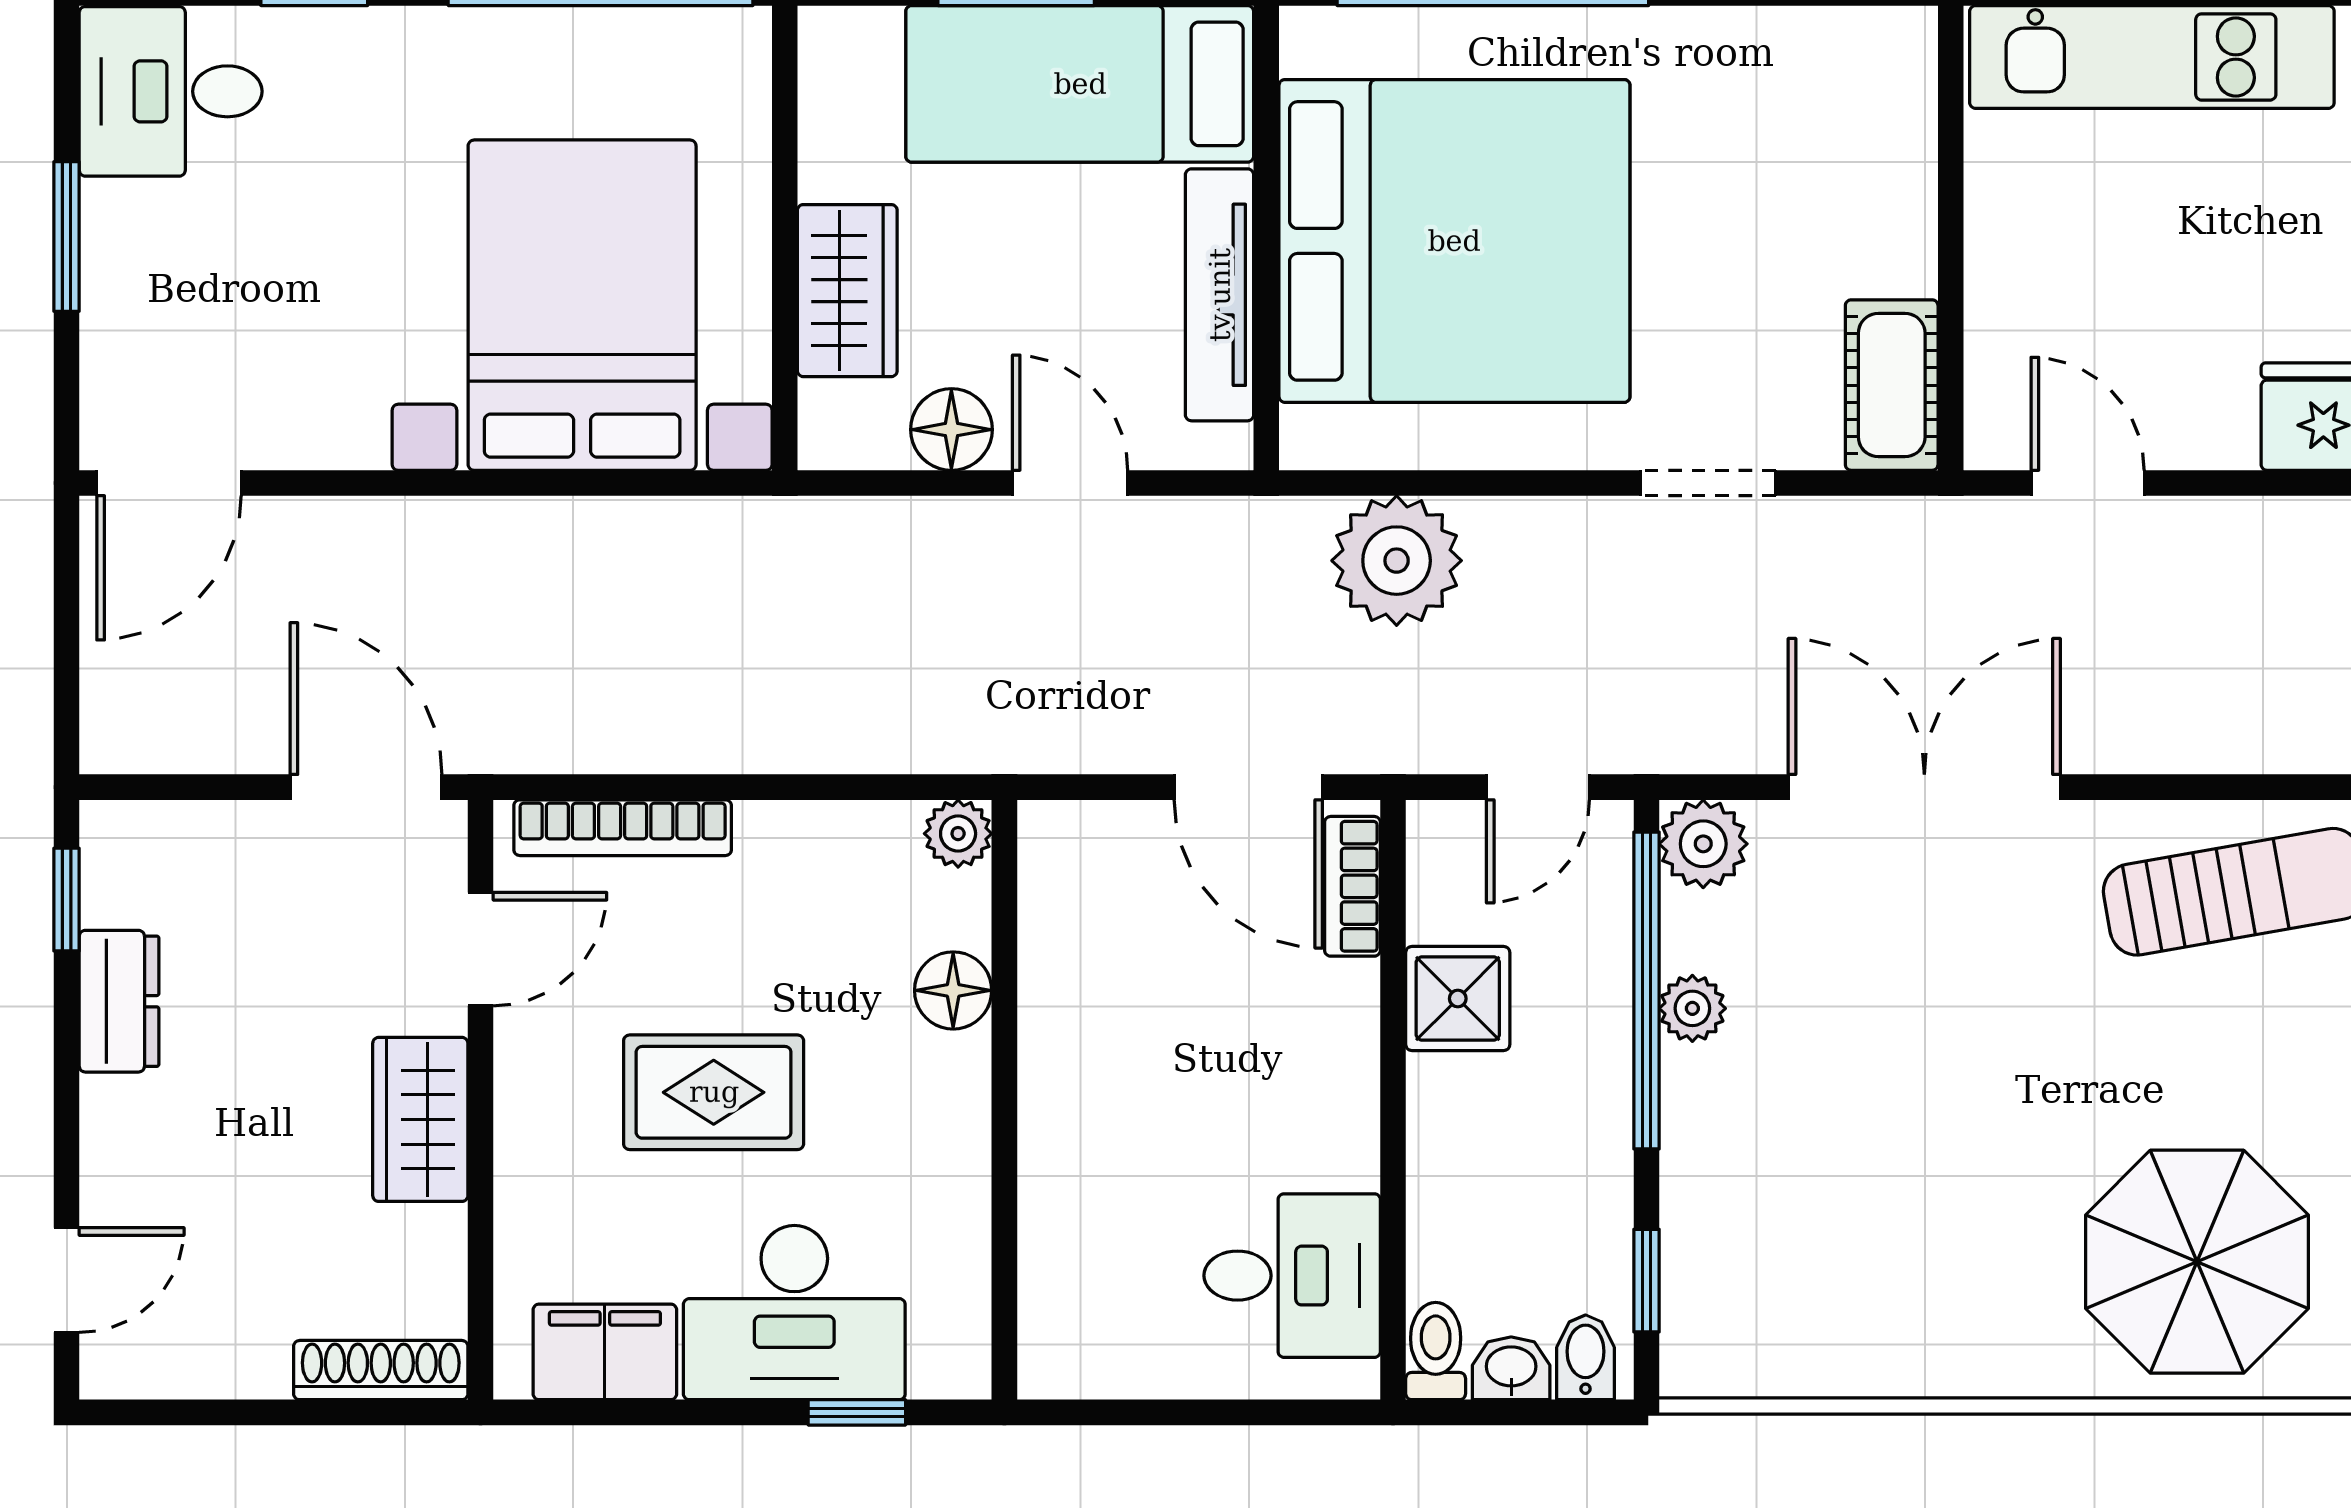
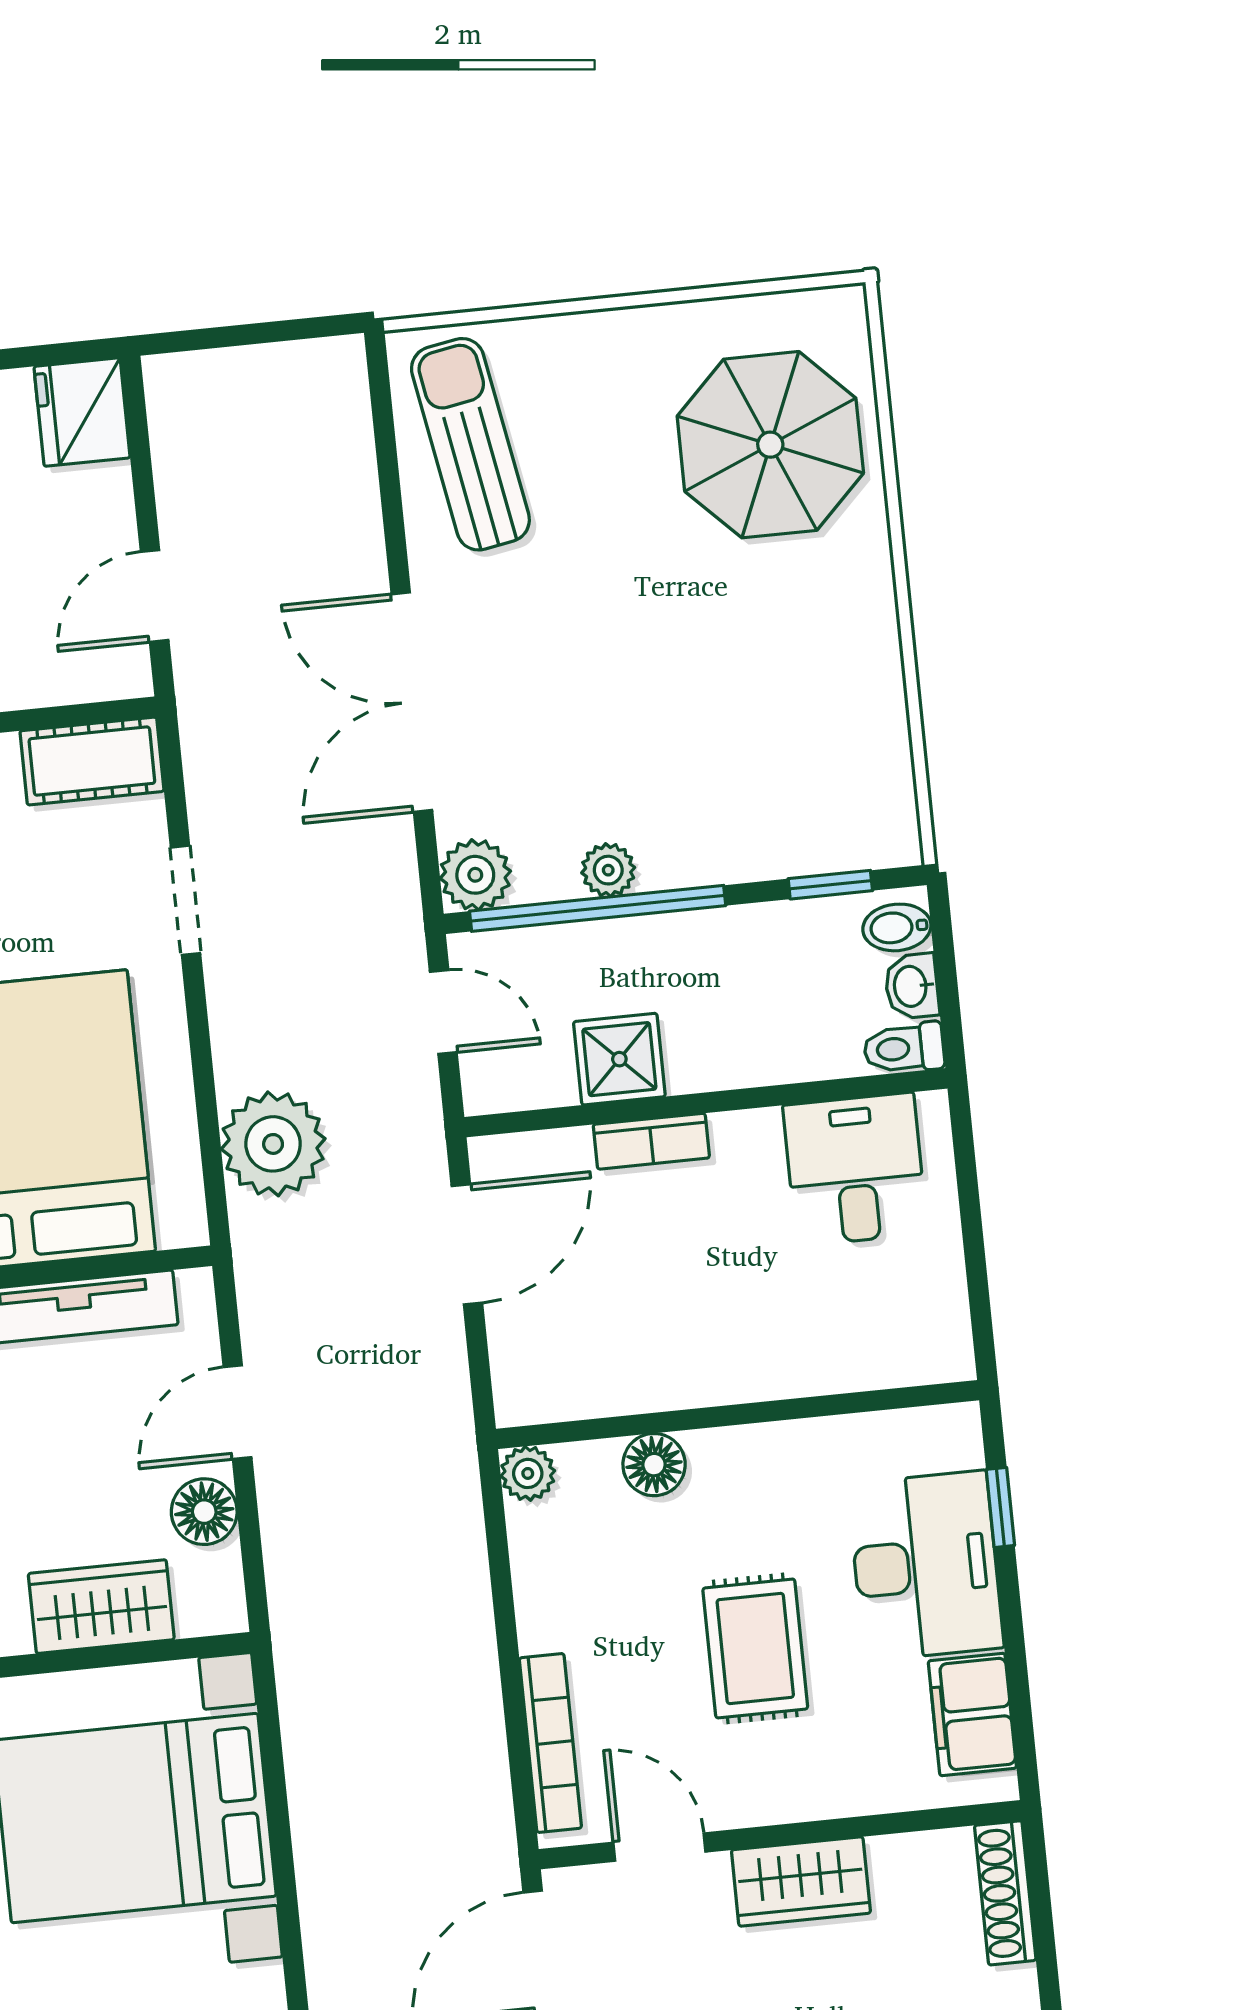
bookcase: (1352, 886) -> (651, 1141), moved

